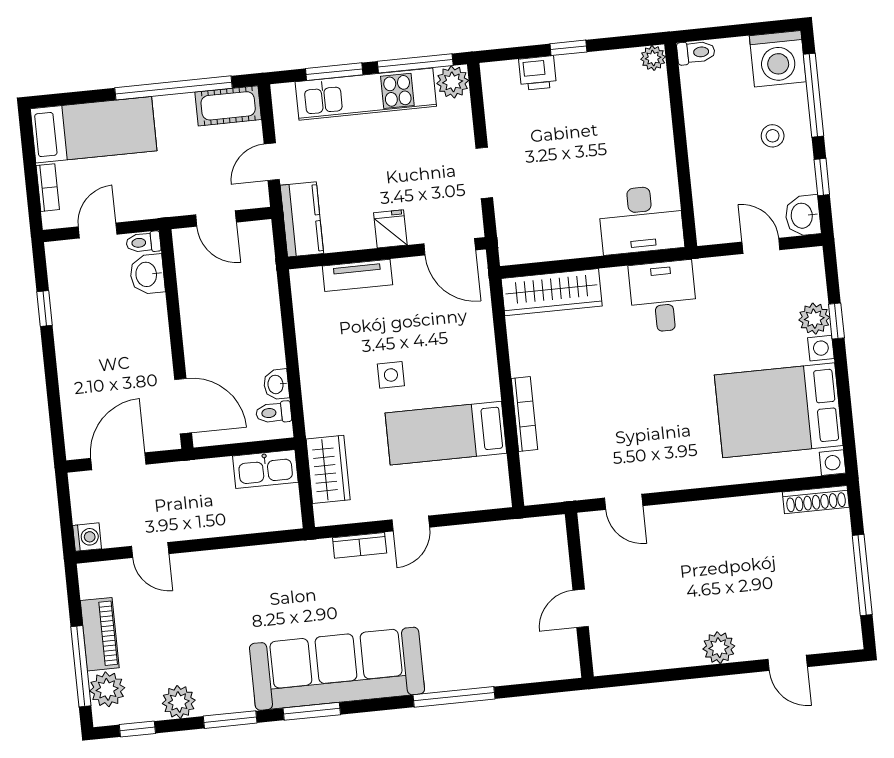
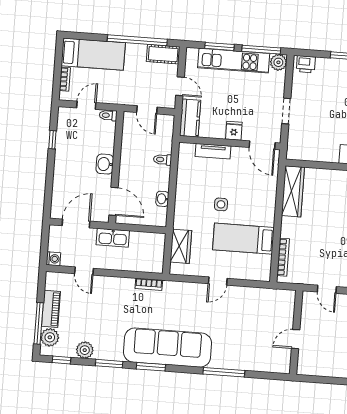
printer: (538, 73) -> (306, 64), moved
door: (272, 162) -> (180, 86), swing flipped
washbasin: (147, 274) -> (105, 164), moved
wardrobe: (552, 292) -> (293, 191), moved, turned -90
toilet: (274, 413) -> (163, 160), moved
bookcase: (524, 414) -> (283, 257), moved
kitchen sink: (265, 469) -> (113, 238), moved
bookcase: (360, 545) -> (149, 284), moved

